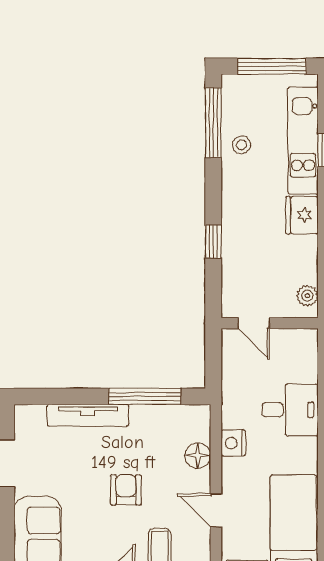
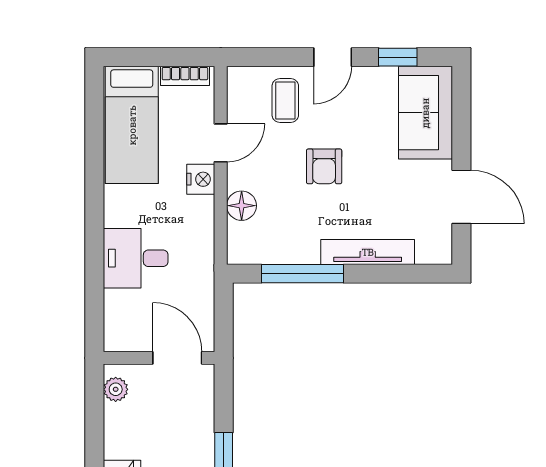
door: (254, 323) -> (177, 358), width x1.38
nightstand: (233, 443) -> (201, 179), moved
door: (216, 510) -> (221, 143), hinge flipped

